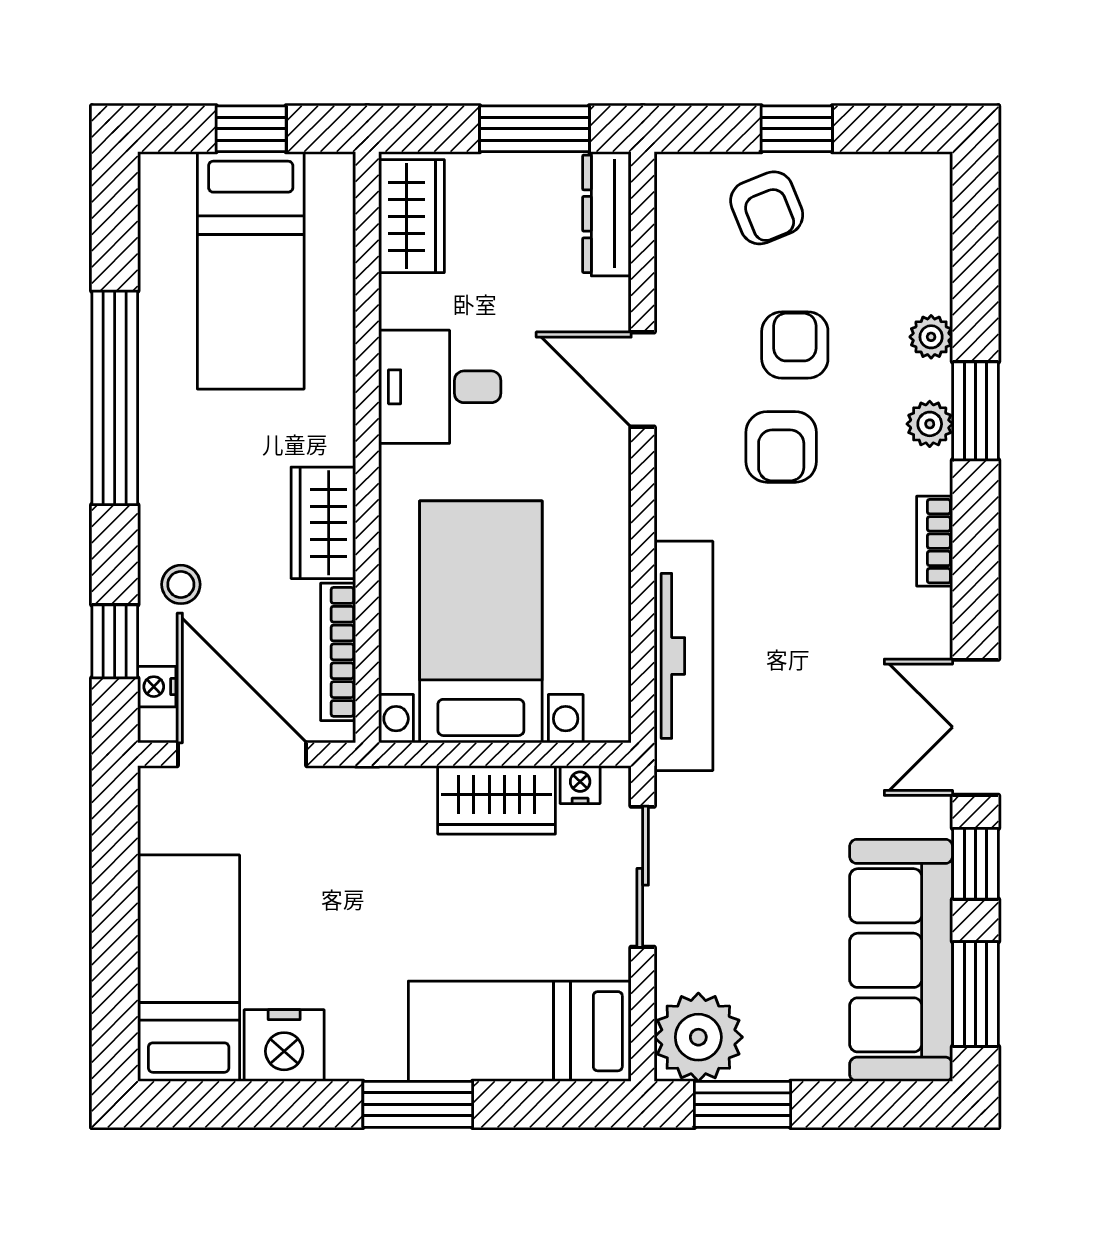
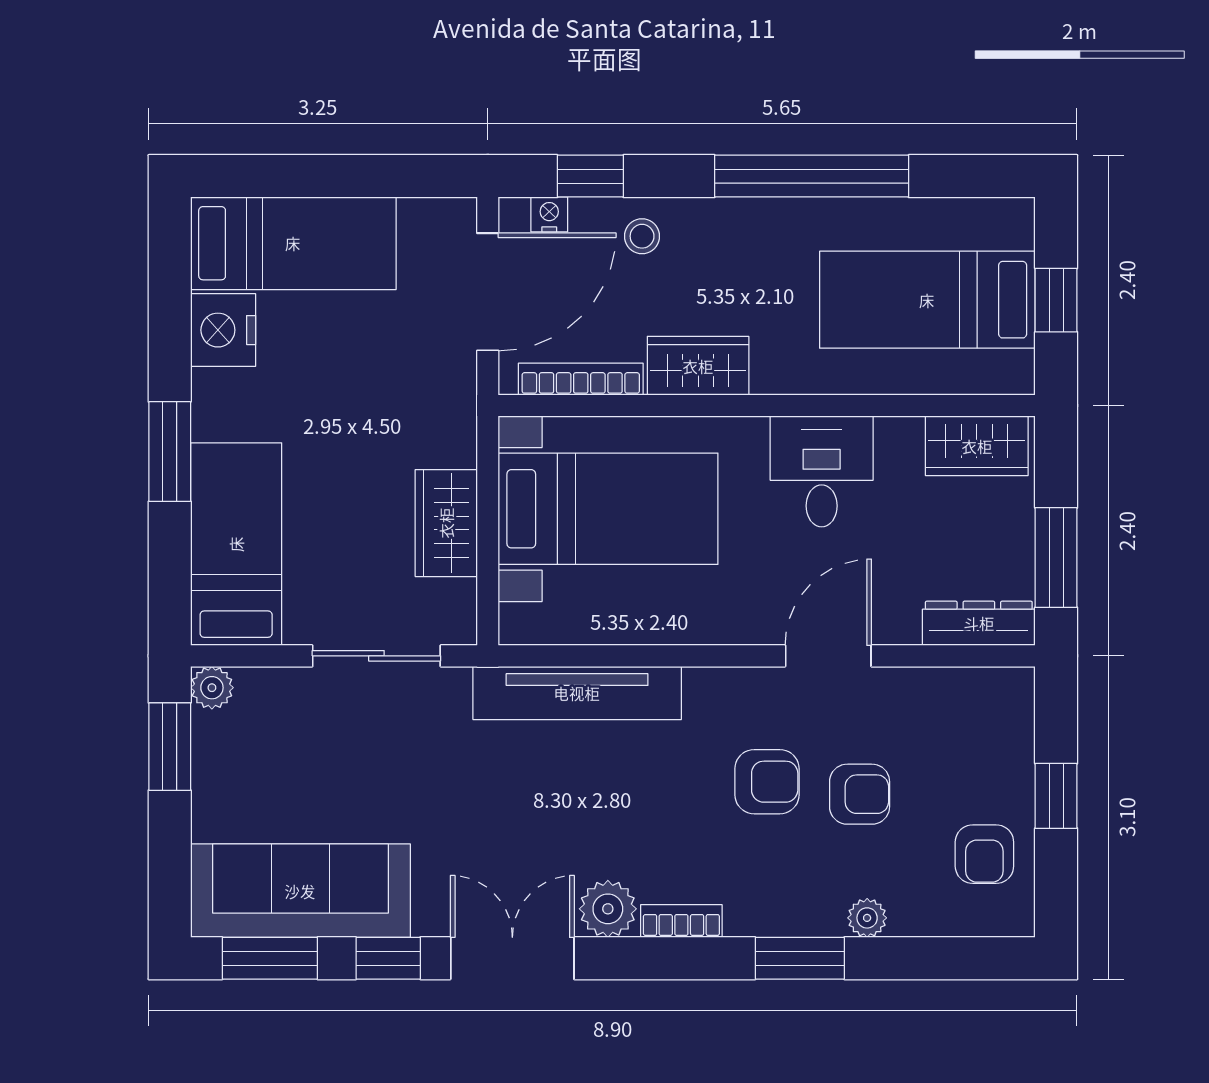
armchair: (767, 208) -> (984, 854), moved, turned -68
plant: (930, 424) -> (608, 909), moved, width x1.38, depth x1.38
armchair: (781, 447) -> (767, 782), turned 180
nightstand: (580, 785) -> (460, 599), removed
plant: (698, 1037) -> (212, 688), width x0.53, depth x0.53

